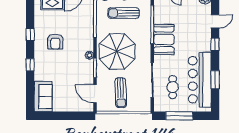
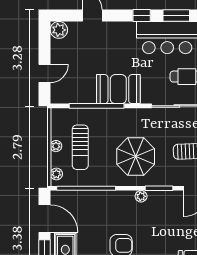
window: (215, 44) -> (142, 15), moved
parasol: (117, 51) -> (136, 157), width x0.73, depth x0.73

